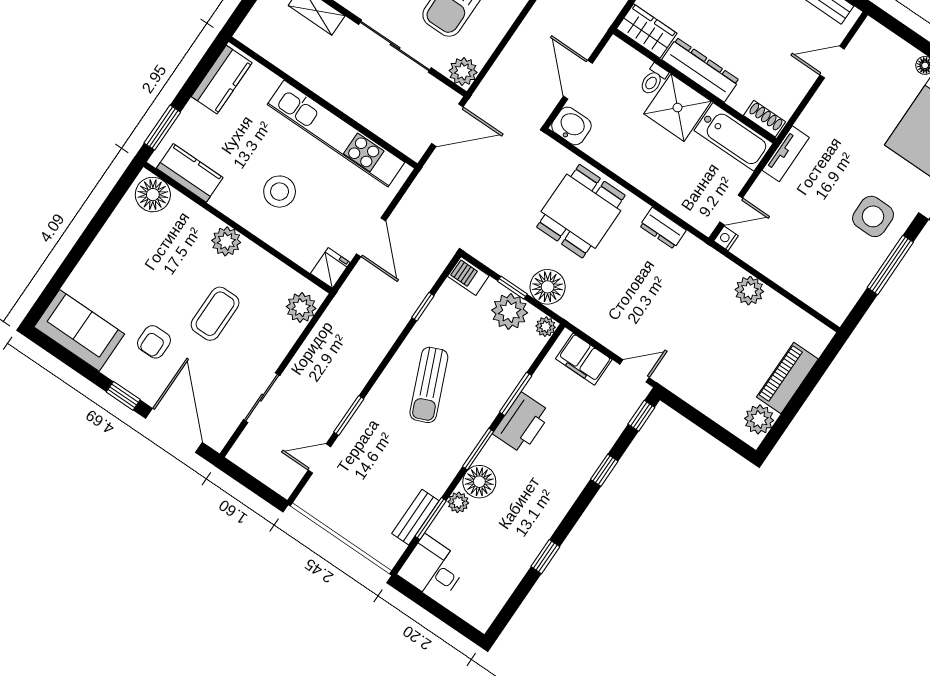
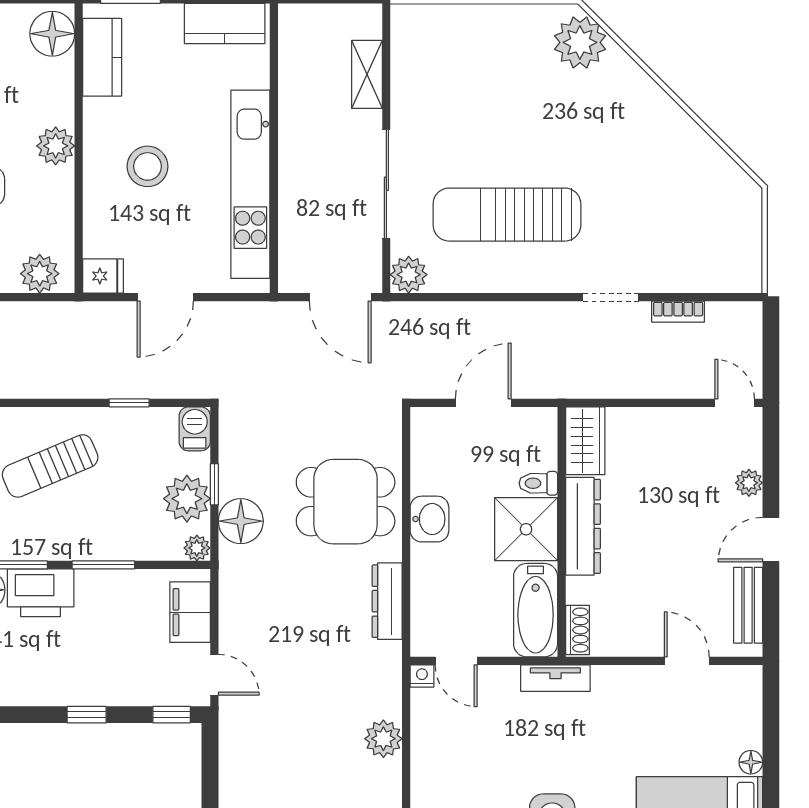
washbasin: (571, 126) -> (429, 519), moved
dresser: (663, 228) -> (387, 601), width x1.44
printer: (522, 423) -> (41, 593), moved

